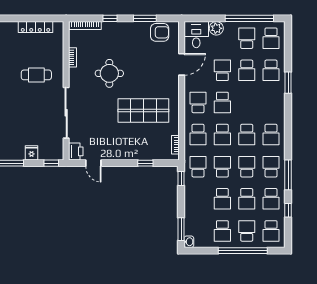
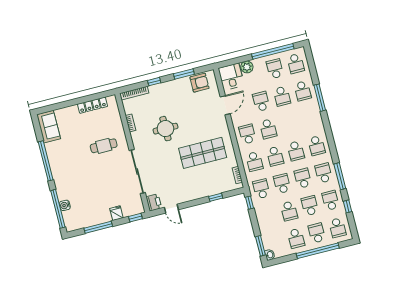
window: (288, 83) -> (320, 98), width x1.44
school desk: (247, 199) -> (310, 206), turned 180
school desk: (271, 199) -> (331, 200), turned 180

